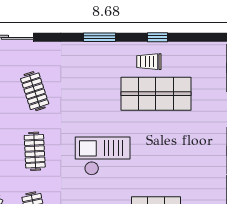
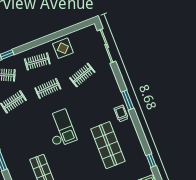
window: (157, 37) -> (151, 161), moved
trolley: (149, 62) -> (121, 113), moved

